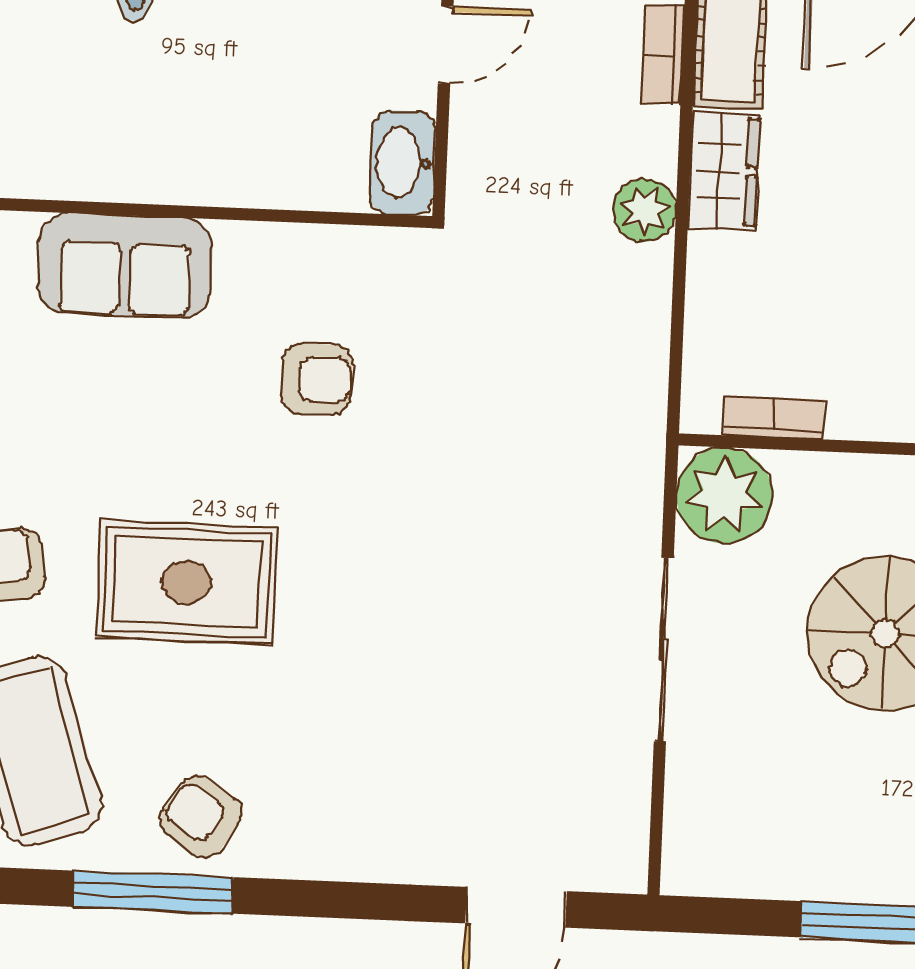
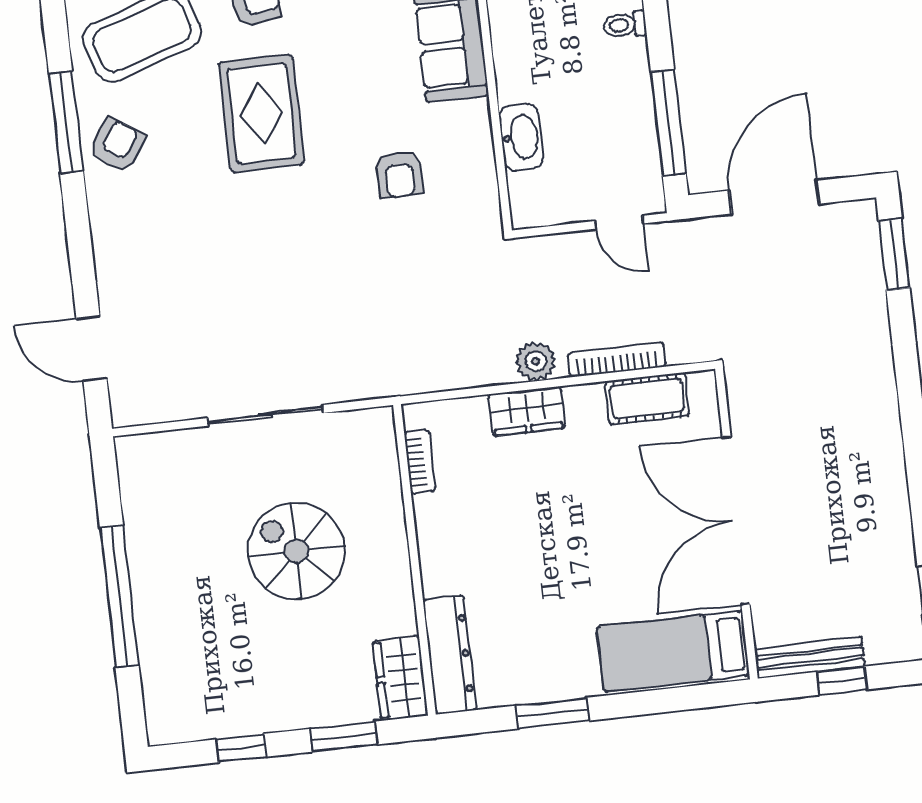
bookcase: (663, 54) -> (617, 360), width x1.56
washbasin: (403, 163) -> (521, 137), moved, turned 90
wardrobe: (724, 171) -> (527, 411), moved
plant: (724, 495) -> (367, 438), removed

